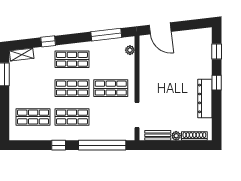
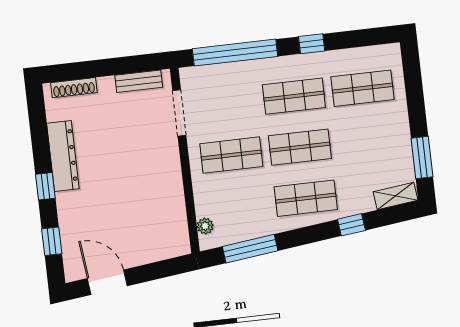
door: (160, 28) -> (107, 282), moved
plant: (176, 136) -> (106, 84), removed

